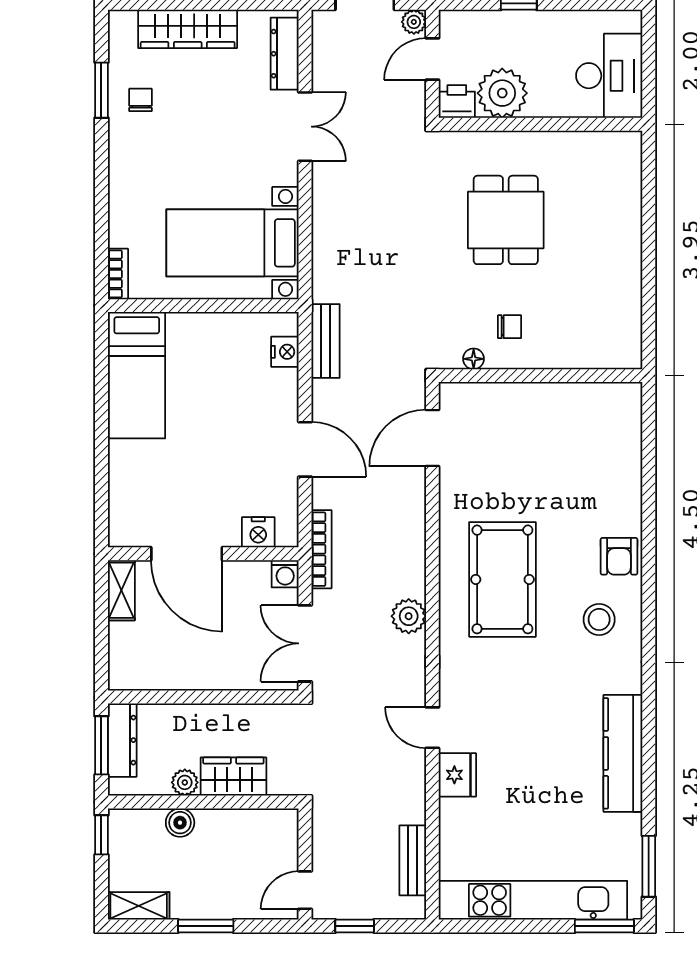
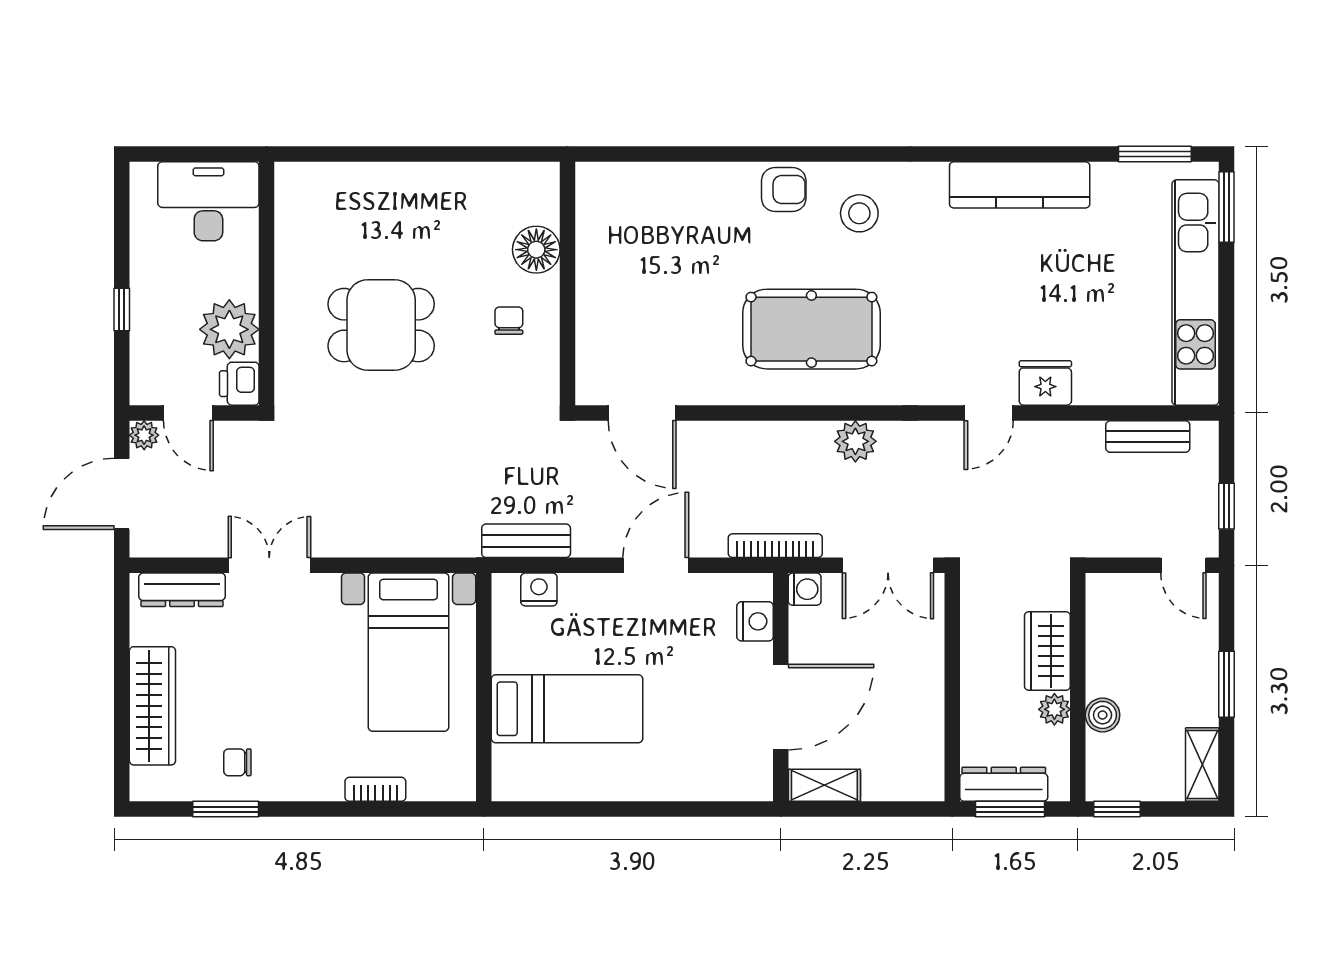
bookcase: (118, 274) -> (375, 789), moved
floor lamp: (474, 359) -> (536, 250), moved, width x1.89, depth x1.89
bed: (137, 375) -> (567, 709), moved

